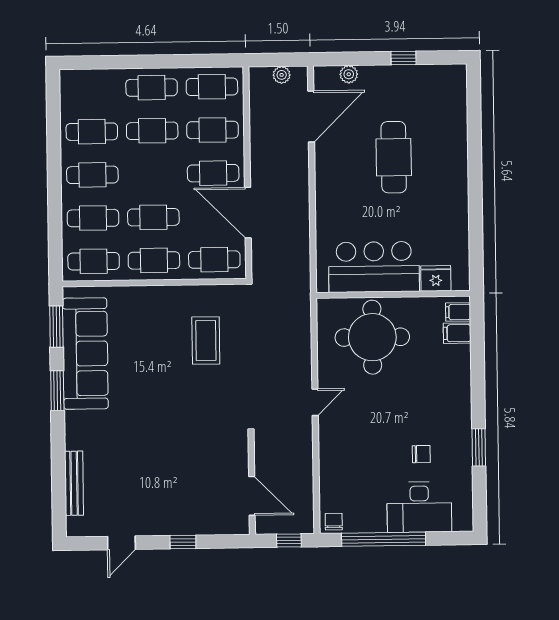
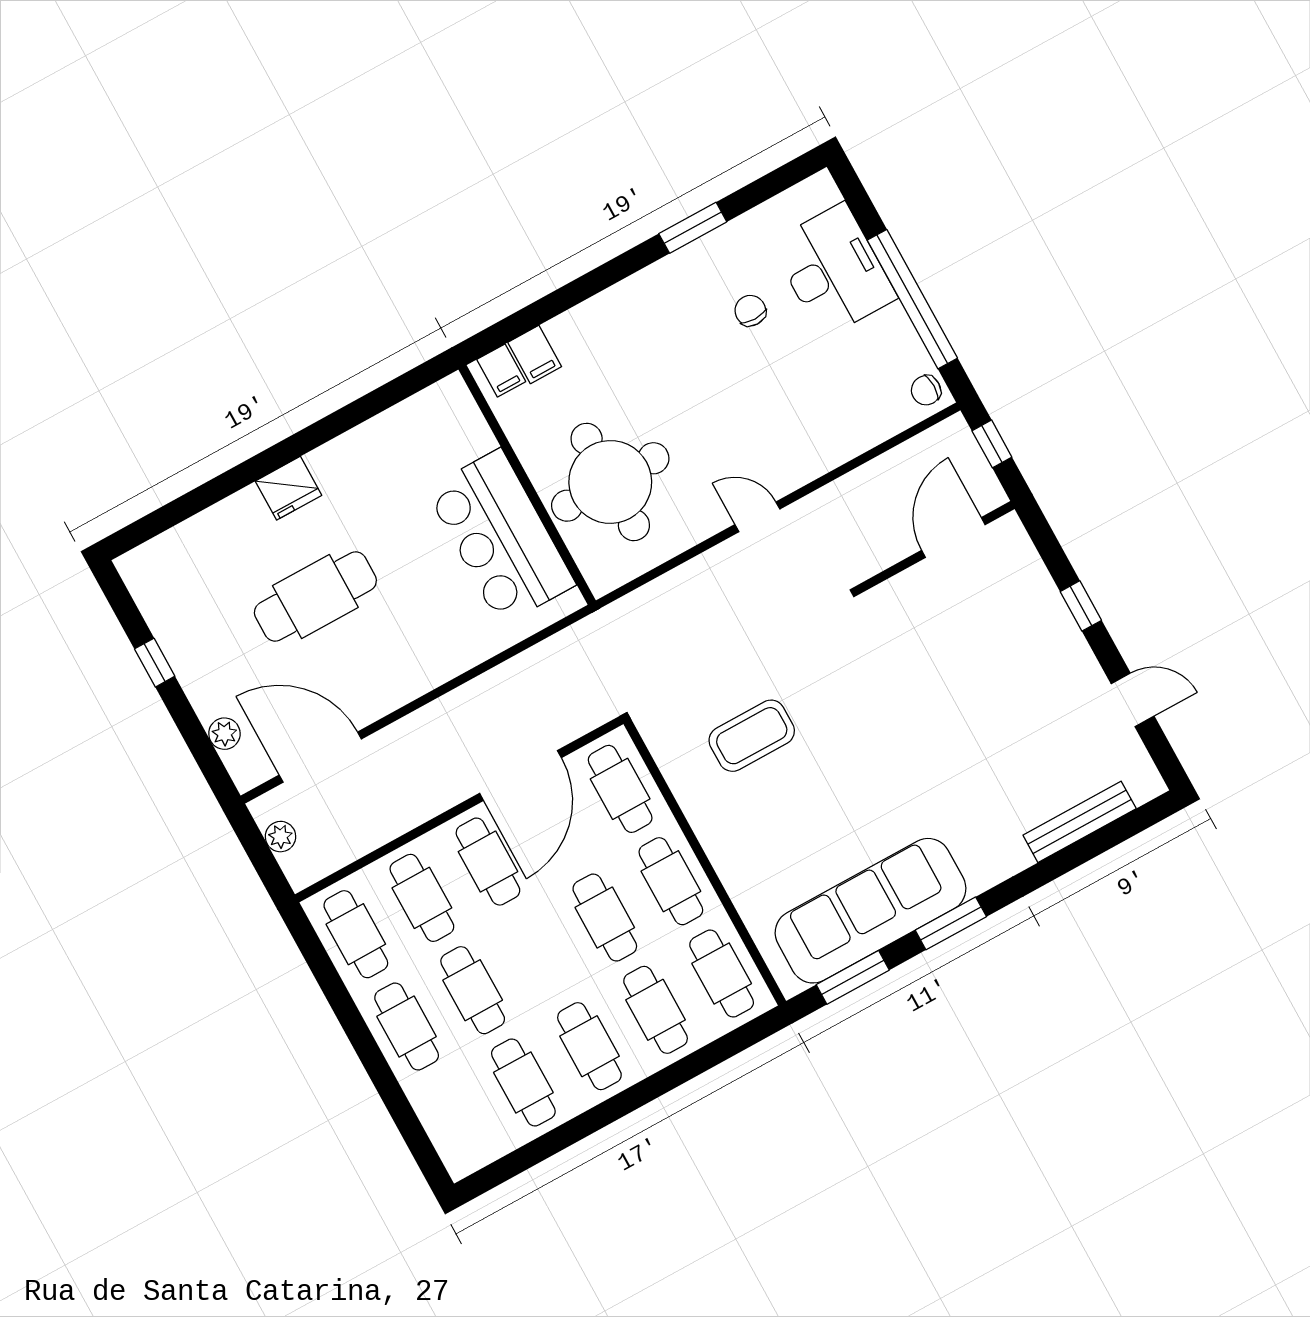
fridge: (436, 278) -> (289, 488), moved, turned -90

